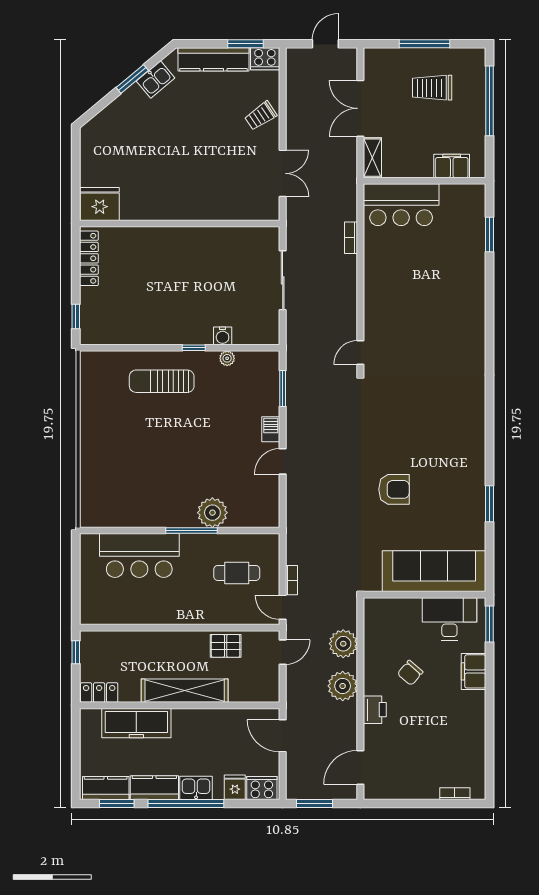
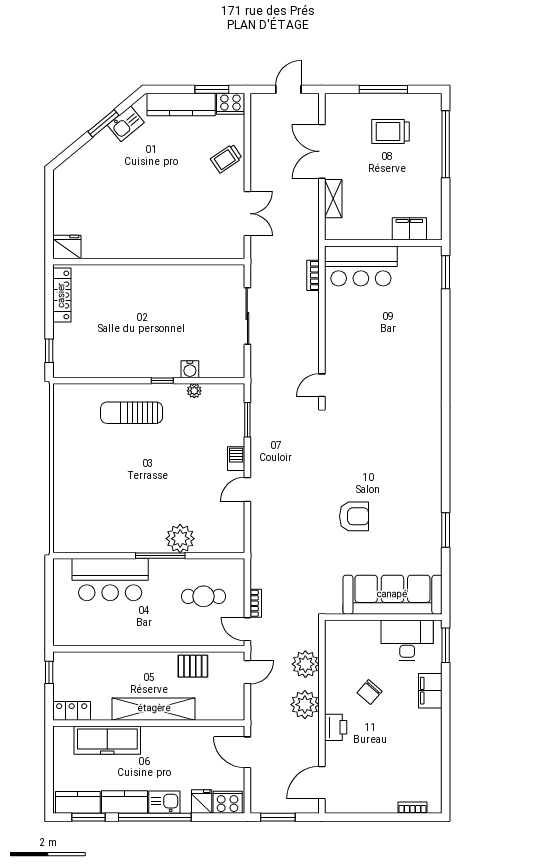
filing cabinet: (452, 166) -> (409, 229), moved
wall: (424, 181) -> (383, 243), moved
fridge: (100, 204) -> (67, 247), width x0.73, depth x0.75
bar counter: (401, 205) -> (361, 266), moved

